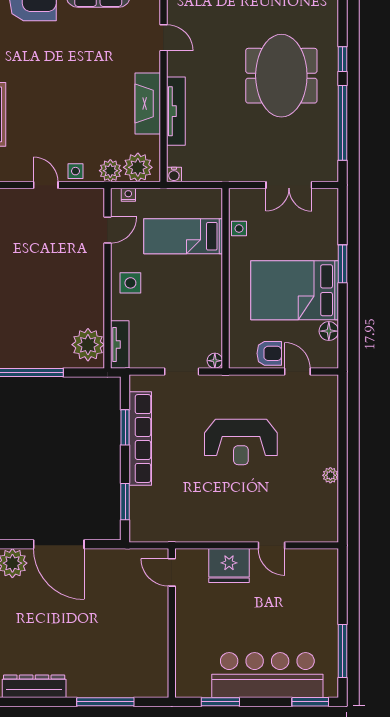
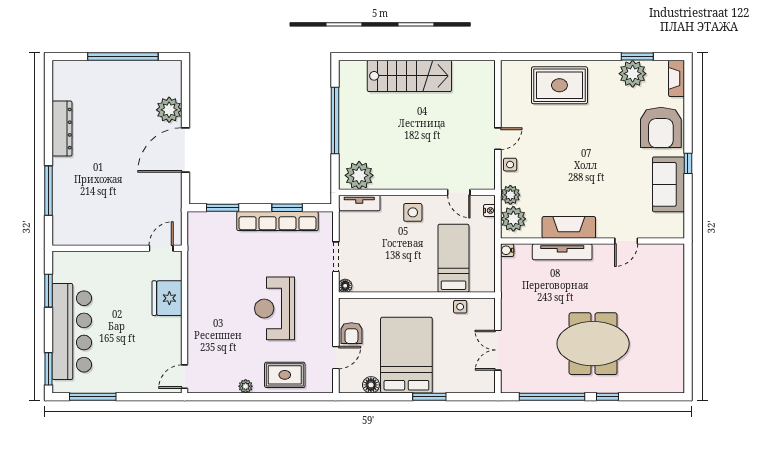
rug: (317, 430) -> (285, 375), added
door: (271, 545) -> (185, 377), moved

